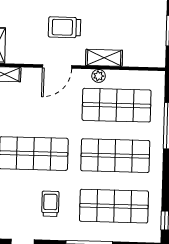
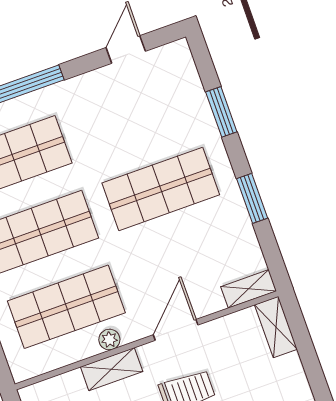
trolley: (50, 204) -> (108, 125), removed

